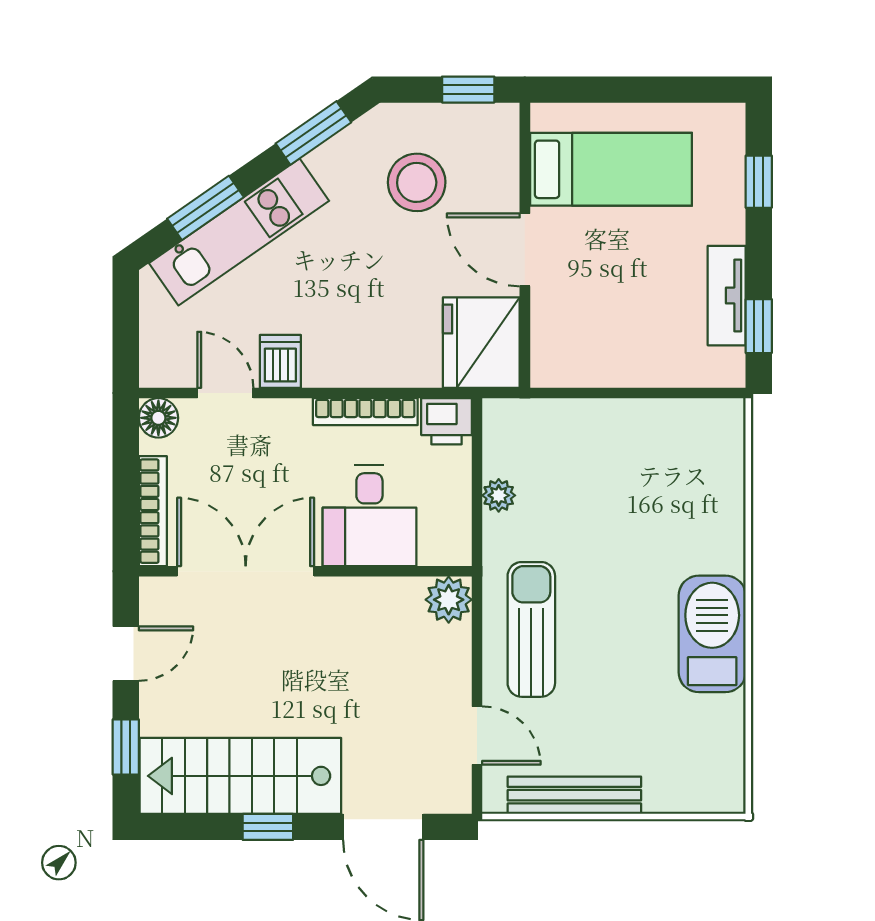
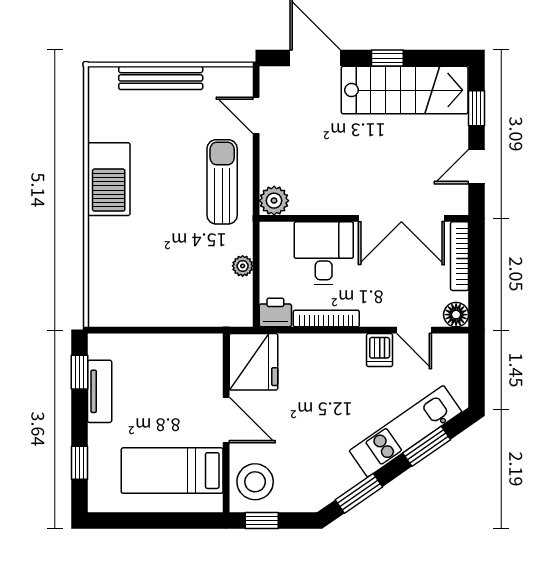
stool: (417, 182) -> (255, 482), moved
sun lounger: (531, 629) -> (222, 182), turned 180
bench: (574, 795) -> (161, 78), moved

